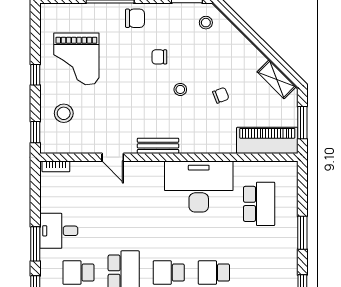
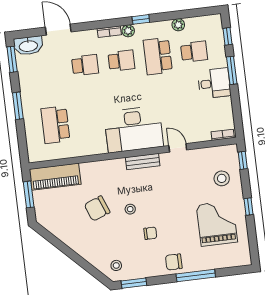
shelving: (277, 79) -> (54, 227), removed
chair: (221, 95) -> (97, 208), width x1.87, depth x1.87
desk: (199, 187) -> (134, 129), moved

